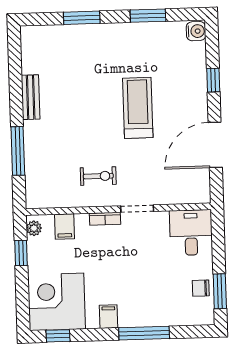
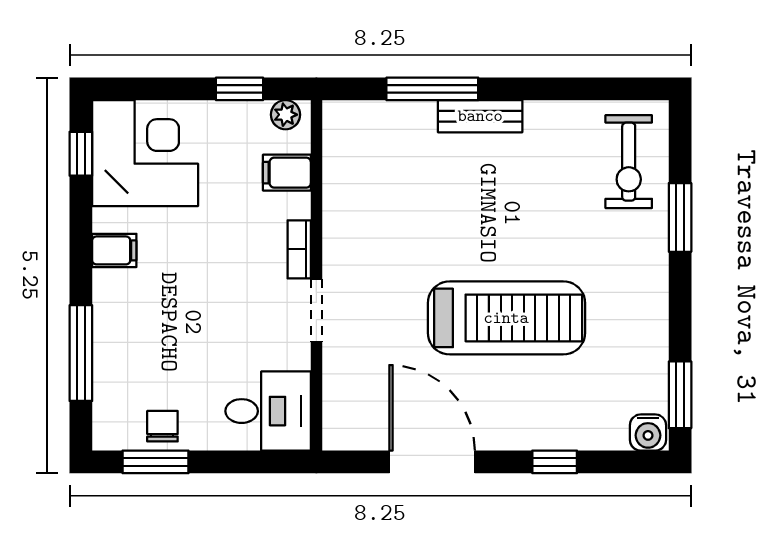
window: (148, 16) -> (680, 395), moved
bench: (31, 97) -> (480, 116), moved
treadmill: (138, 108) -> (506, 318), width x1.37, depth x1.38
exercise bike: (98, 176) -> (629, 162), moved, width x1.38, depth x1.39
window: (144, 333) -> (81, 353), moved

